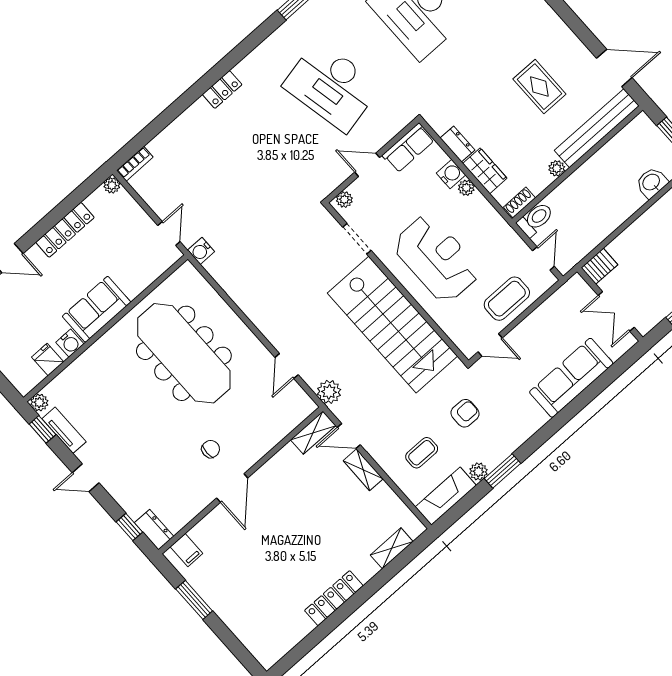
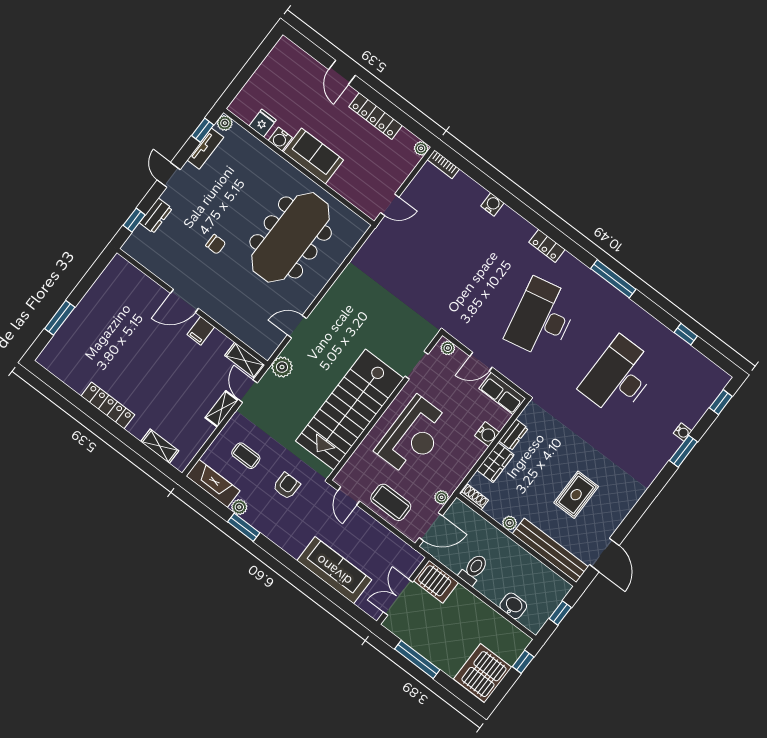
locker: (222, 89) -> (547, 246), moved
door: (367, 165) -> (481, 362), swing flipped
plant: (466, 188) -> (442, 497), moved
toilet: (535, 219) -> (474, 569), moved, turned -90
water cooler: (201, 251) -> (492, 204), moved, turned 90
door: (543, 258) -> (431, 527), width x1.38
server rack: (599, 266) -> (436, 582), width x1.36, depth x1.44
armchair: (465, 413) -> (287, 486), turned -90
chair: (211, 449) -> (216, 244), moved
dresser: (154, 530) -> (156, 216), moved
filing cabinet: (186, 550) -> (201, 331), moved
window: (194, 600) -> (60, 318), moved

